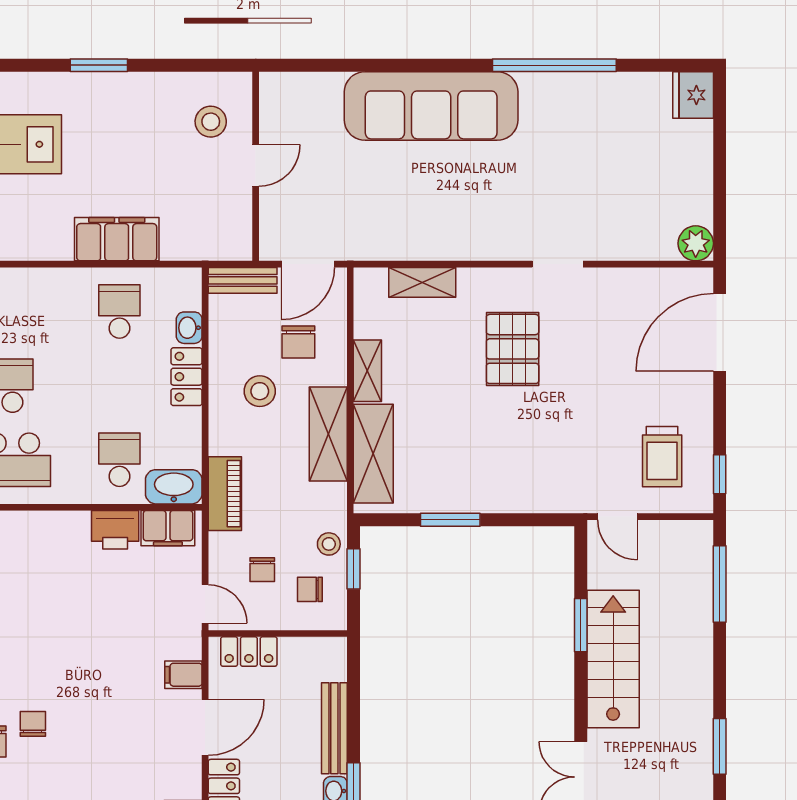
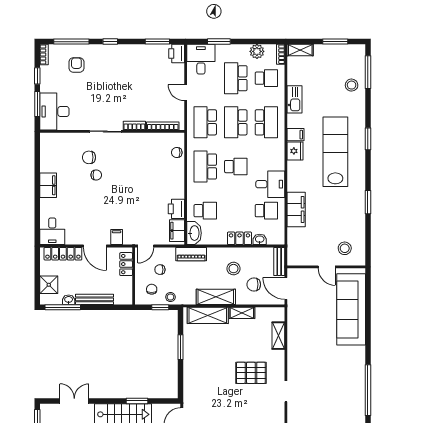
sofa: (431, 106) -> (351, 309), moved
desk: (55, 302) -> (270, 184), added

